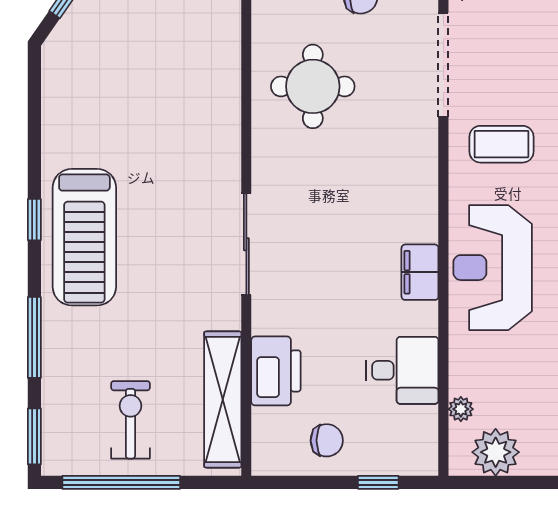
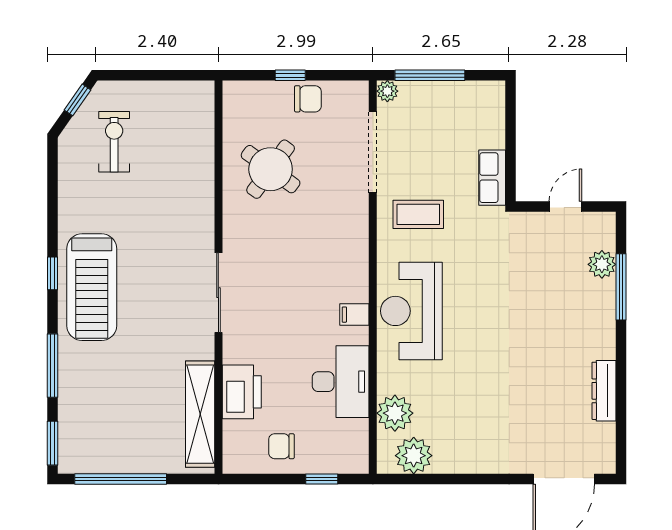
round table: (313, 86) -> (271, 169), turned 36
filing cabinet: (420, 272) -> (354, 315), width x0.50
desk: (402, 370) -> (341, 382), width x1.37
plant: (461, 409) -> (395, 413), width x1.88, depth x1.88
exercise bike: (130, 420) -> (114, 142), moved
chair: (327, 440) -> (281, 446), turned 180

